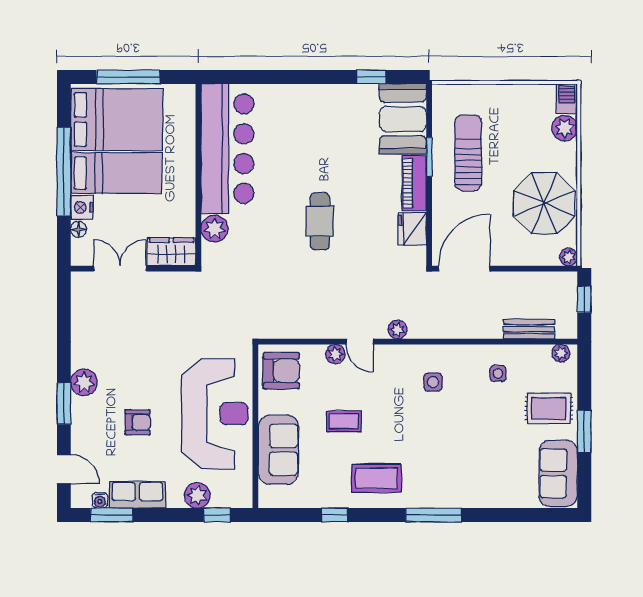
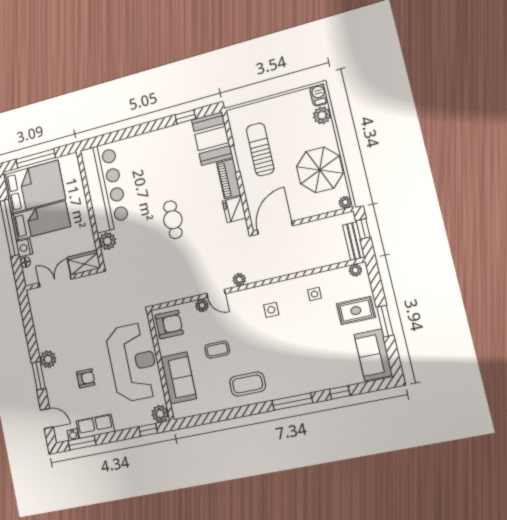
bench: (529, 329) -> (354, 241), moved, turned 90
plant: (197, 495) -> (160, 414), moved
window: (335, 515) -> (340, 392), moved

